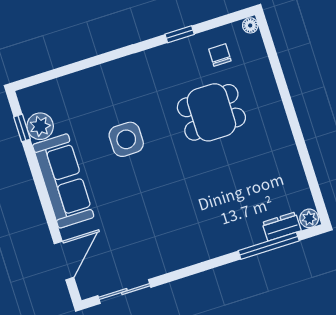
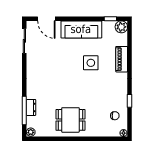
piano: (98, 78) -> (122, 59), added
dining table: (211, 112) -> (70, 120), moved, turned 90
plant: (40, 126) -> (121, 27), moved
dresser: (282, 226) -> (31, 107), moved

